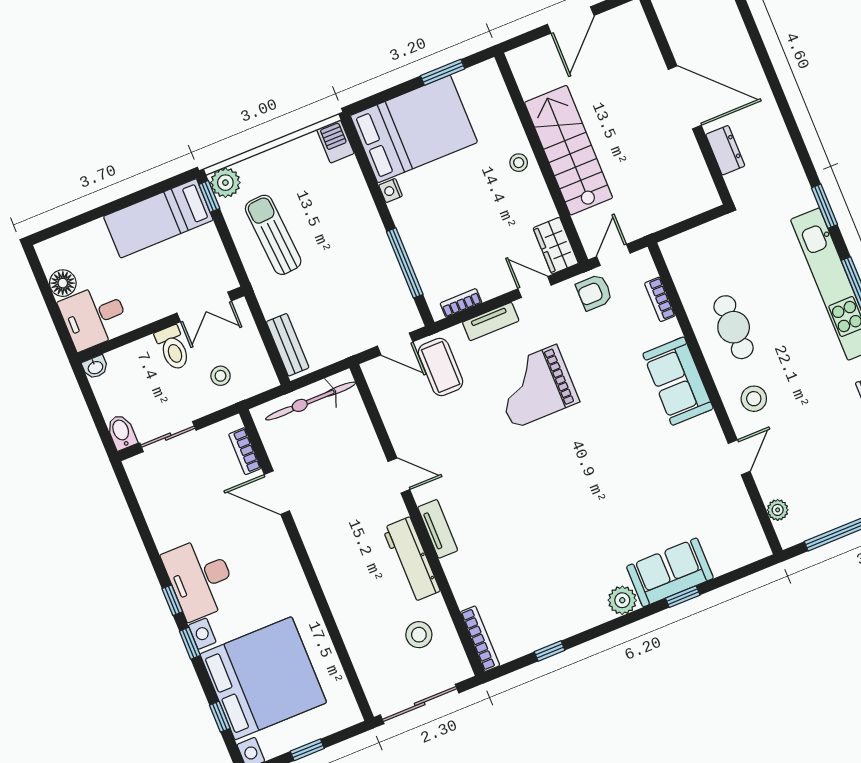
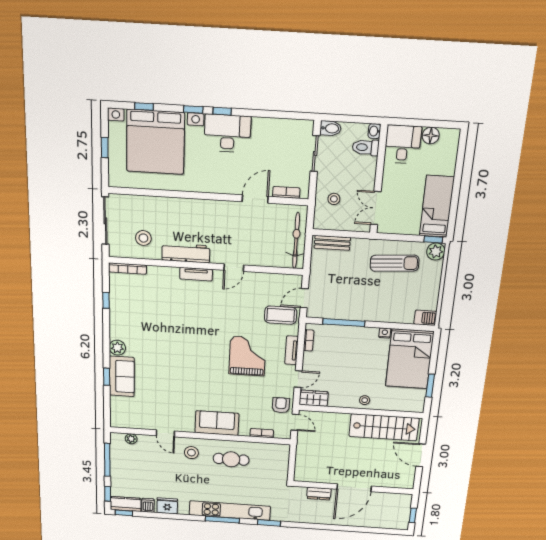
stairs: (569, 150) -> (384, 427), moved
toilet: (173, 348) -> (366, 147), moved

